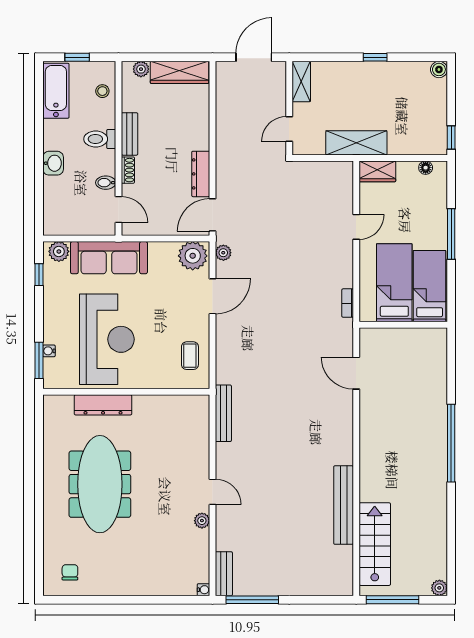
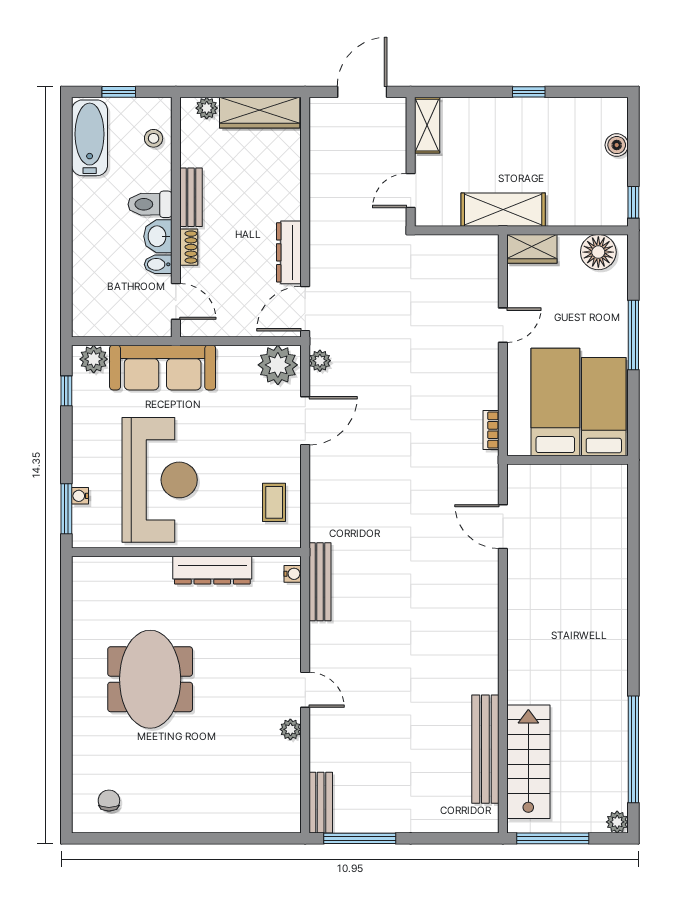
boiler: (439, 69) -> (617, 145), moved
washbasin: (53, 163) -> (158, 236), moved, turned 180
floor lamp: (426, 168) -> (598, 252), width x1.89, depth x1.89
dresser: (103, 405) -> (212, 570), moved
window: (451, 443) -> (633, 749), moved
meeting table: (100, 484) -> (150, 679), width x0.73
bench: (344, 505) -> (485, 749), moved
water cooler: (203, 590) -> (293, 574), moved

